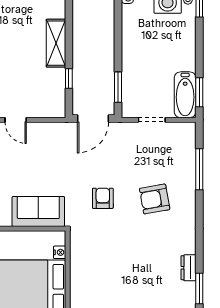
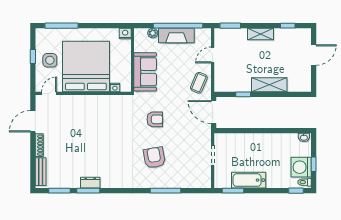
window: (118, 87) -> (237, 131), removed
bathtub: (185, 95) -> (249, 180), moved
coffee table: (53, 139) -> (199, 83), added
window: (199, 169) -> (166, 191), moved
dresser: (189, 268) -> (90, 183), moved

